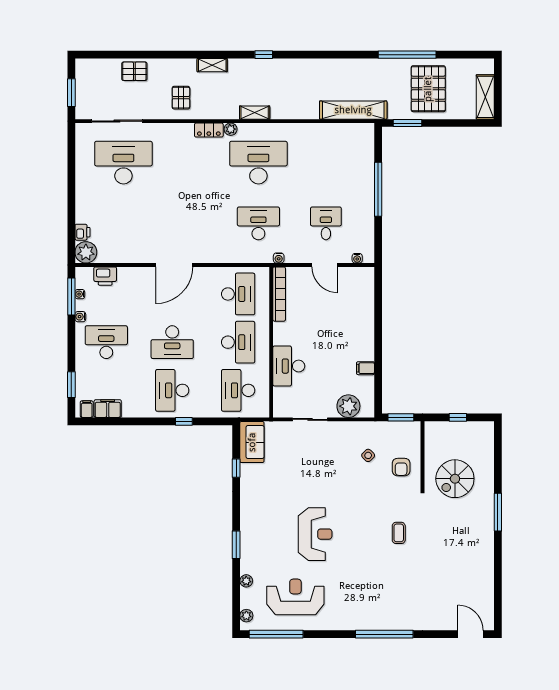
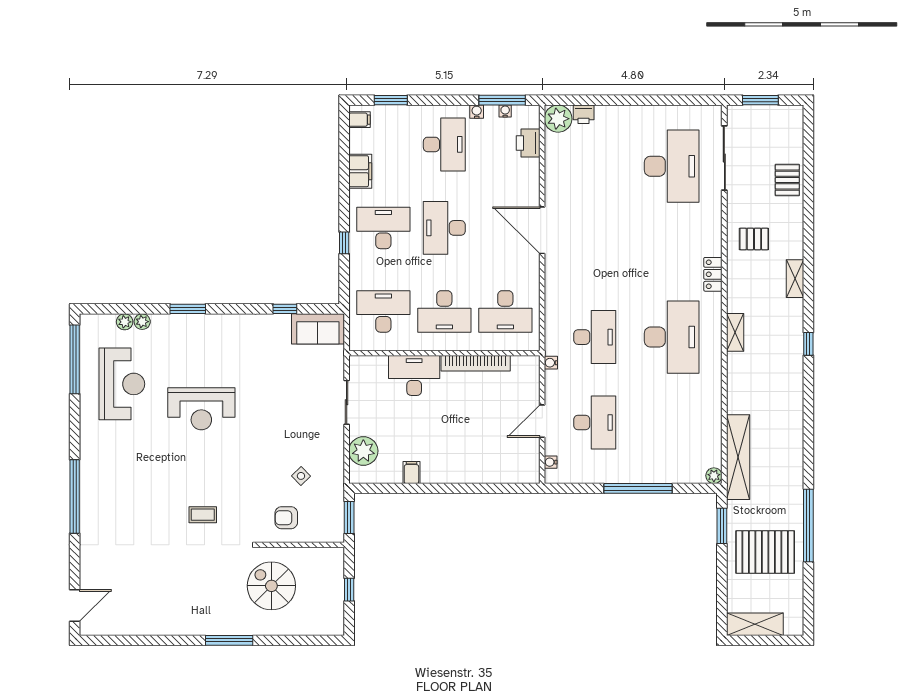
plant: (231, 129) -> (714, 476), moved
desk: (326, 223) -> (595, 423), width x1.37
bookcase: (279, 294) -> (476, 363), moved
filing cabinet: (108, 409) -> (360, 171), moved
plant: (246, 616) -> (125, 322), moved

